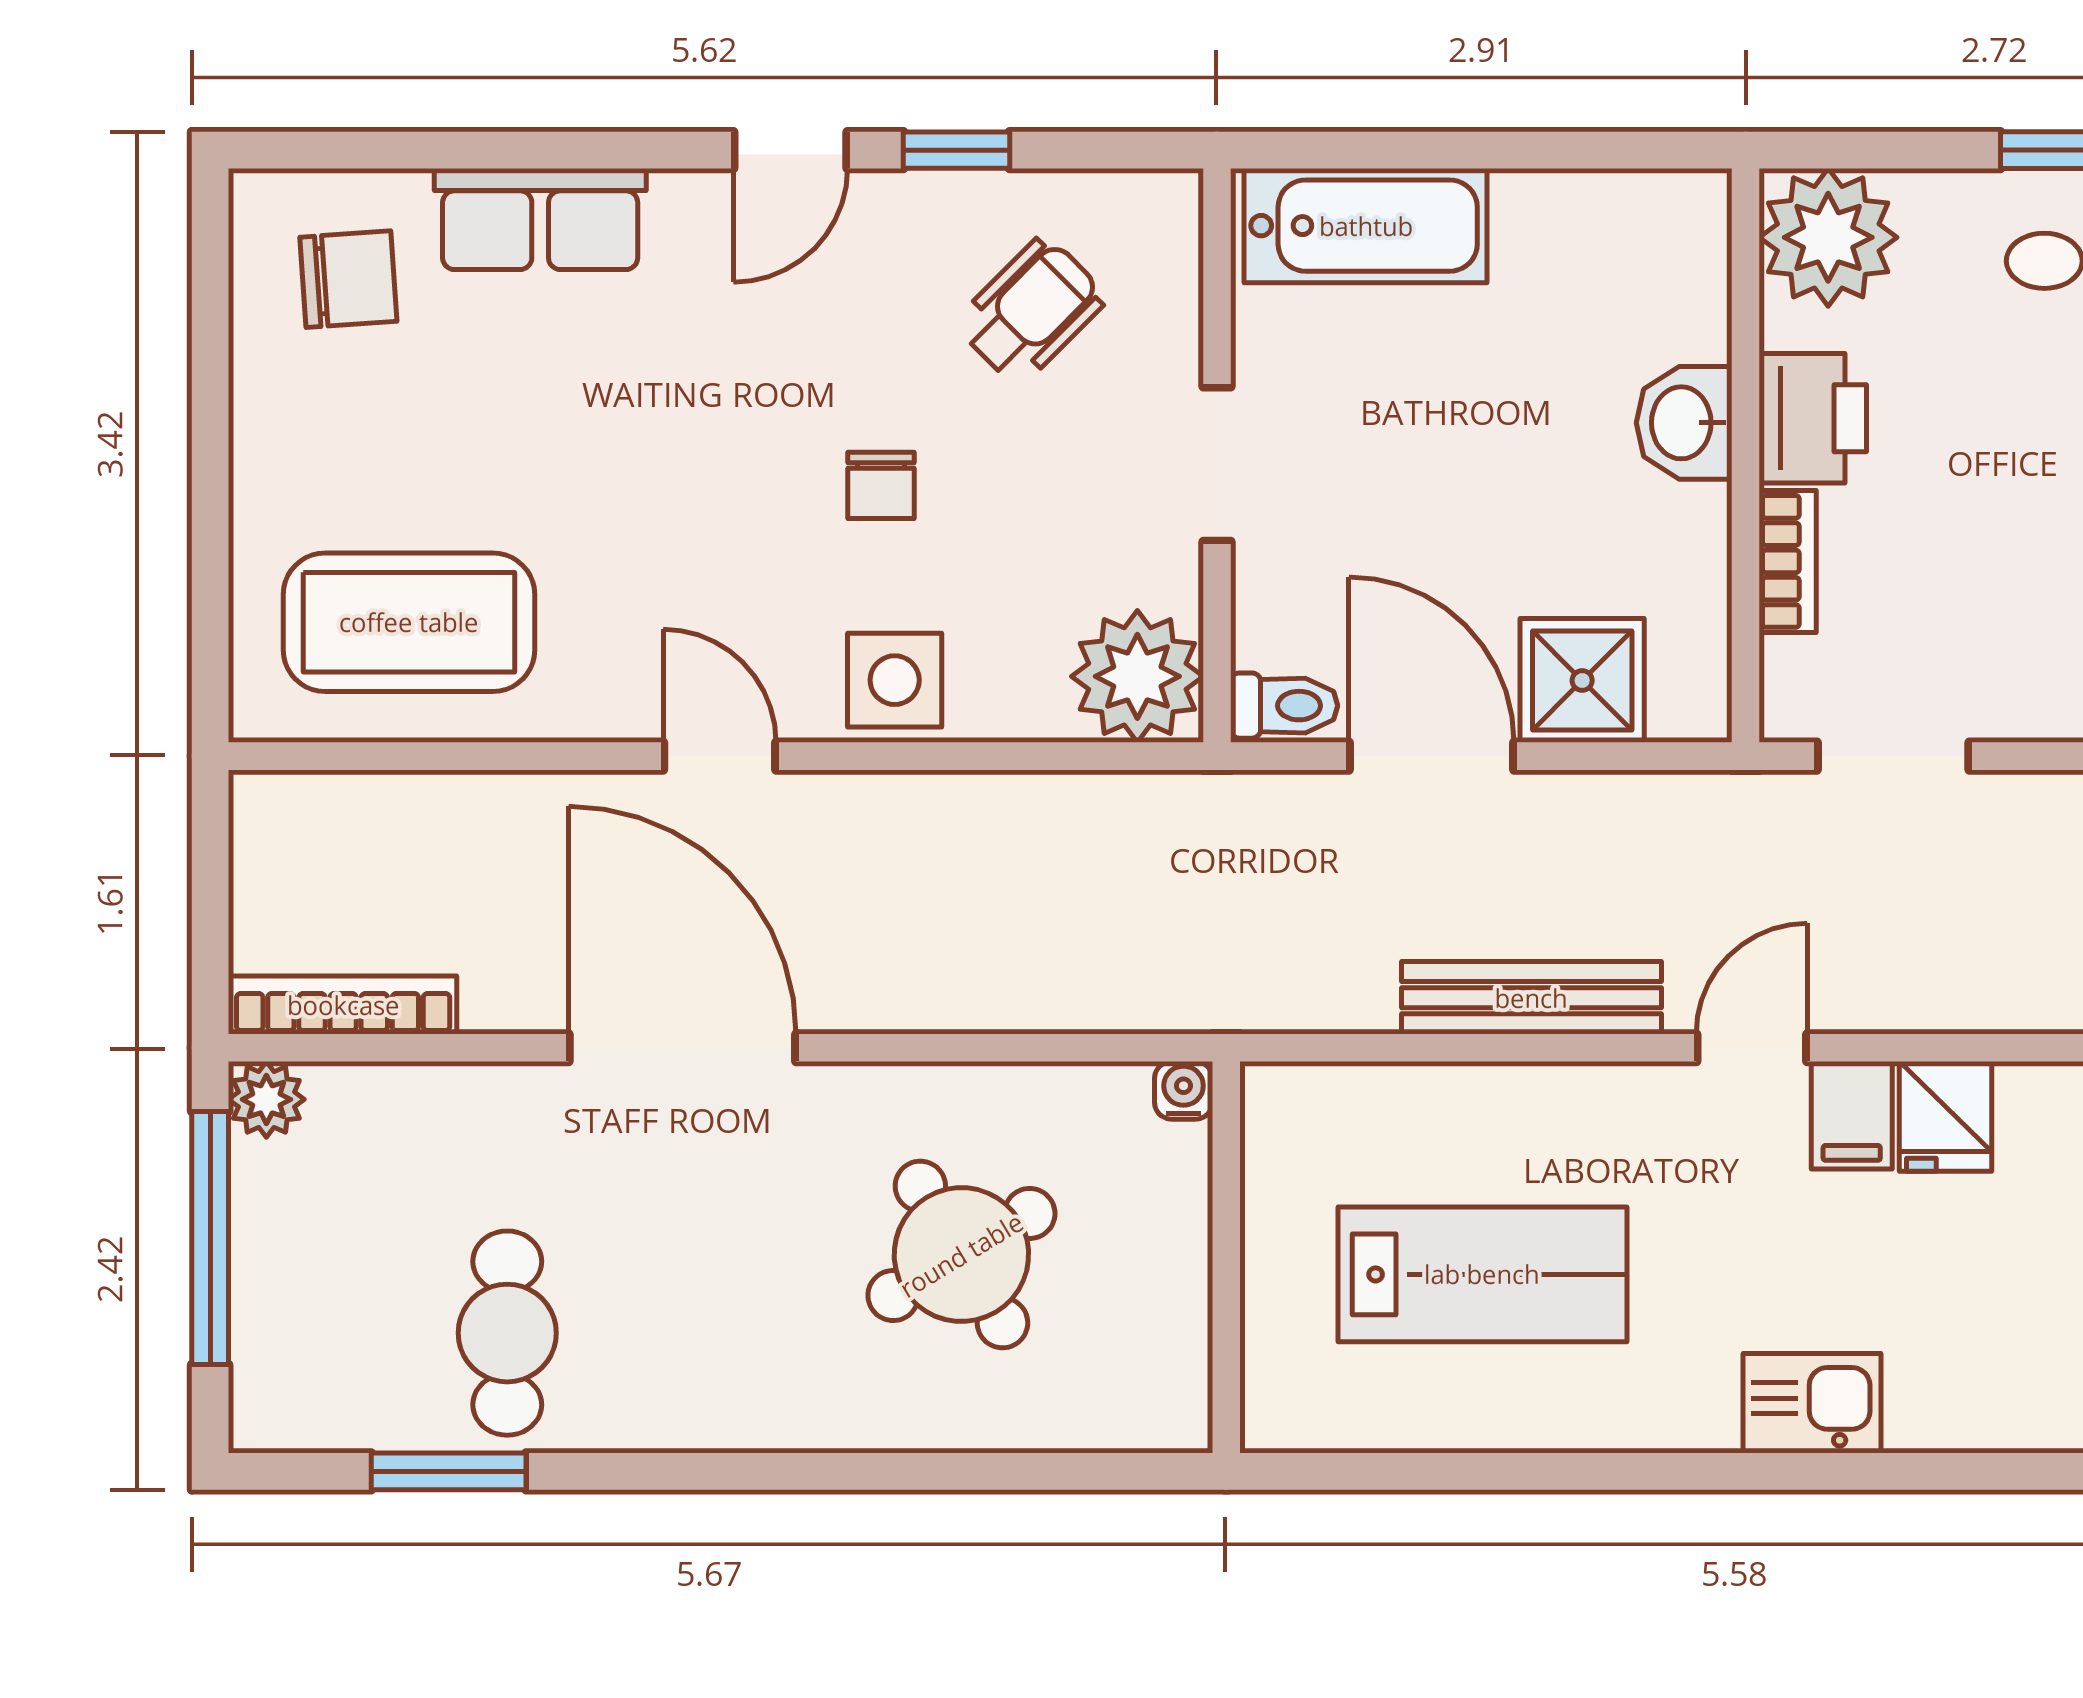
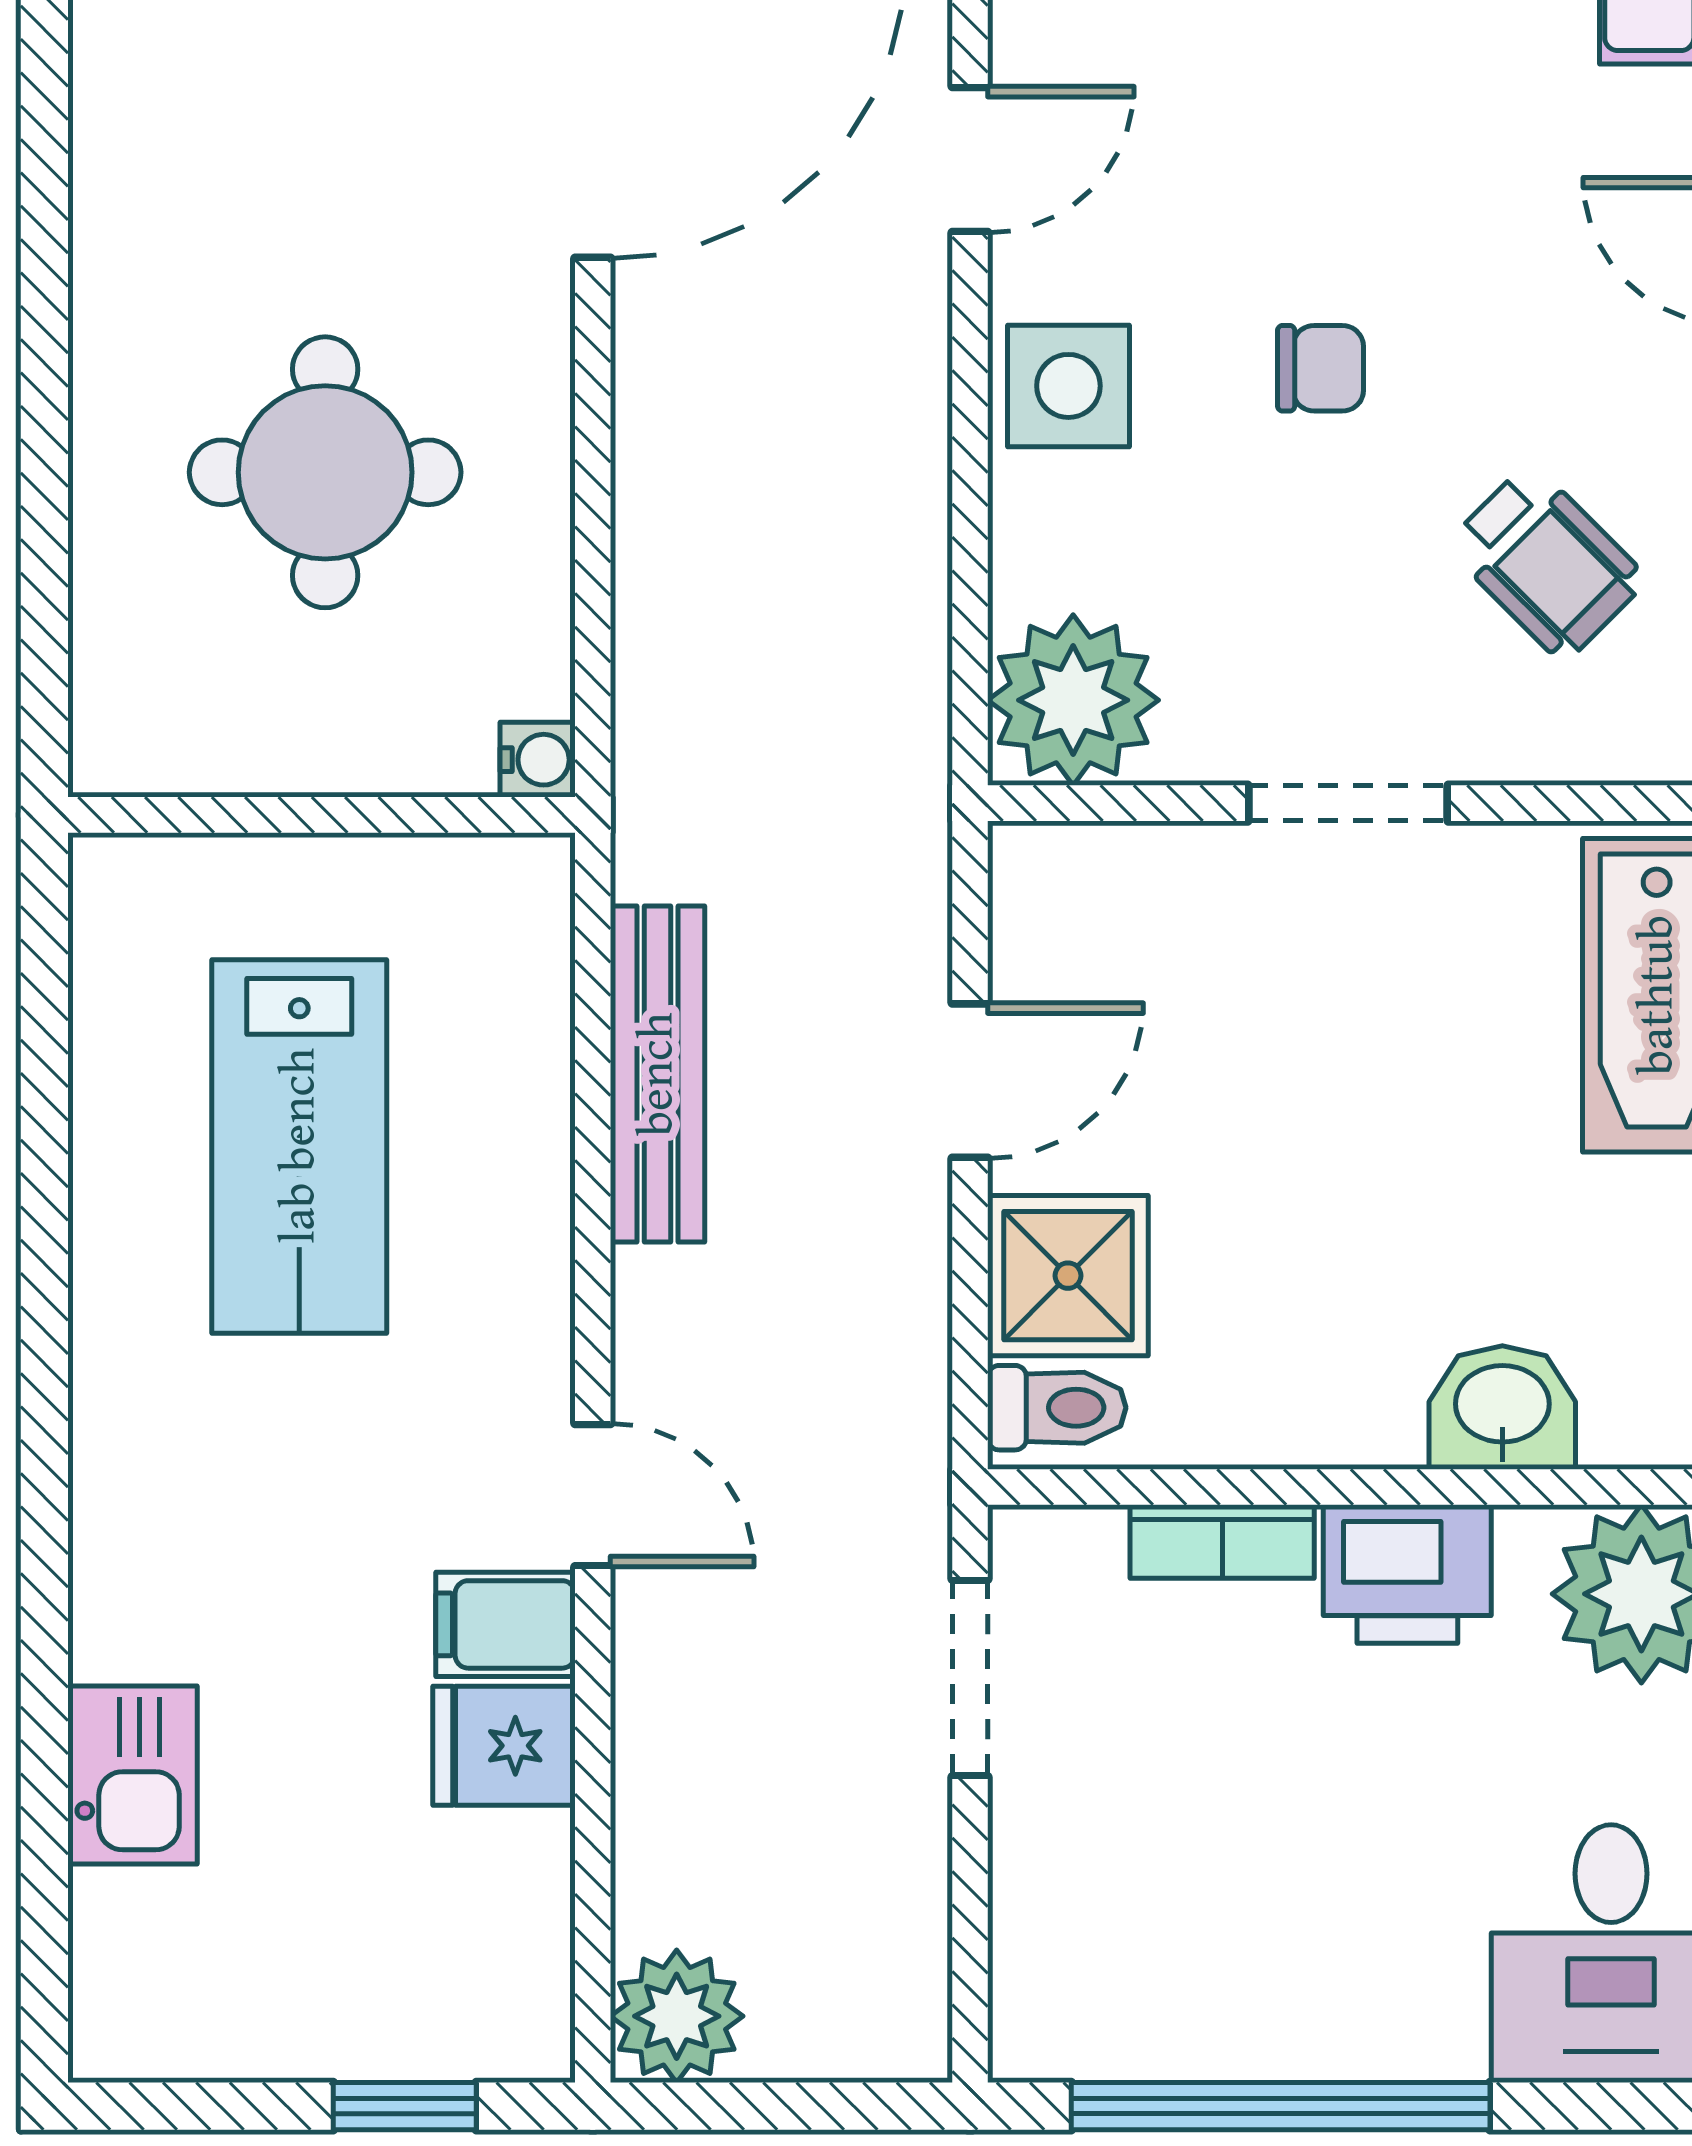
washbasin: (1684, 423) -> (1502, 1407), moved
chair: (881, 485) -> (1320, 368), turned 180
toilet: (1284, 706) -> (1057, 1408), moved, turned -90
door: (1432, 756) -> (970, 1081), width x0.73
bench: (1531, 998) -> (657, 1074), moved
round table: (961, 1255) -> (325, 472), turned 31
kitchen sink: (1812, 1403) -> (133, 1775), moved

